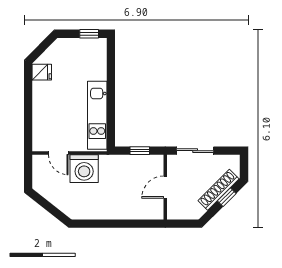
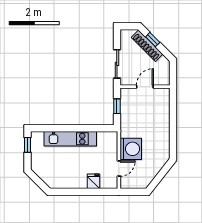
fridge: (42, 72) -> (94, 181), moved
kitchen unit: (97, 115) -> (70, 139), moved
door: (165, 187) -> (145, 87), swing flipped

